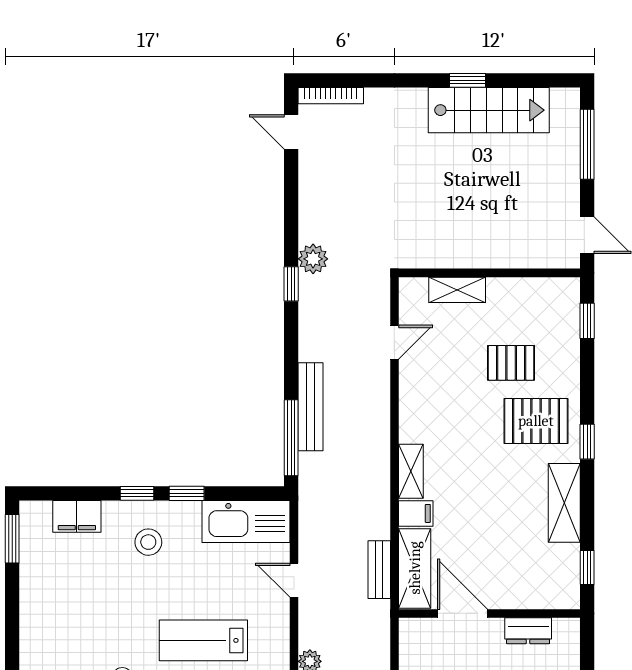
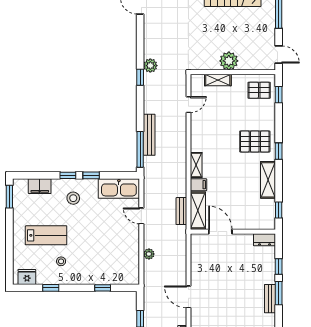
plant: (481, 249) -> (229, 61), added
pallet: (511, 363) -> (259, 90), moved
dresser: (528, 631) -> (265, 240), moved
lab bench: (203, 640) -> (46, 235), moved, turned 180

